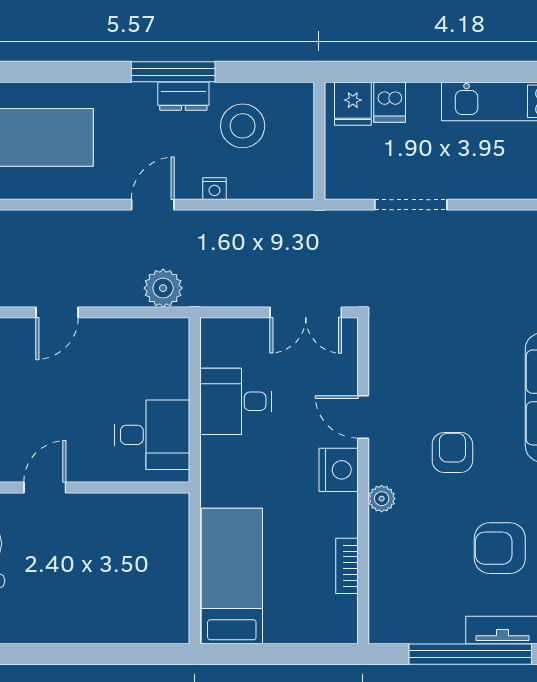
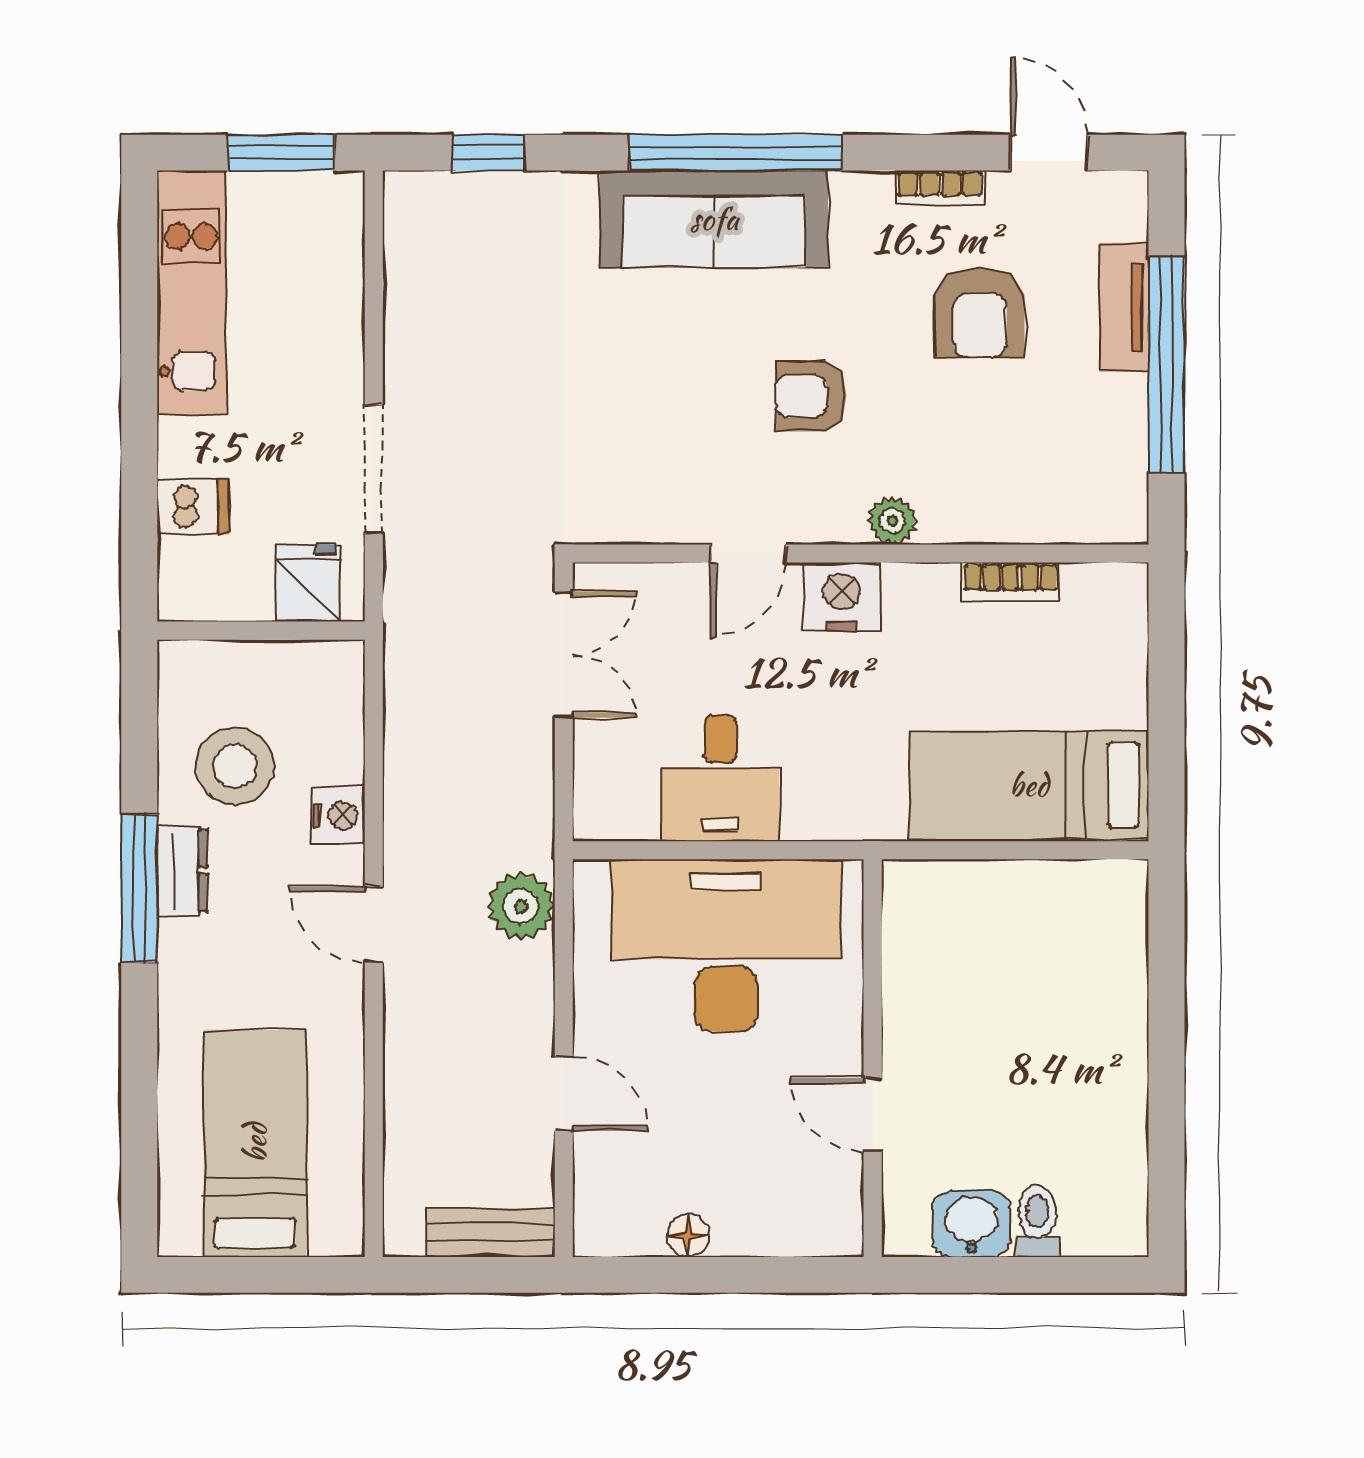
fridge: (353, 104) -> (308, 583), moved, turned -90
nightstand: (214, 189) -> (339, 816), width x1.39, depth x1.35
desk: (152, 435) -> (726, 945), width x1.87, depth x1.30

